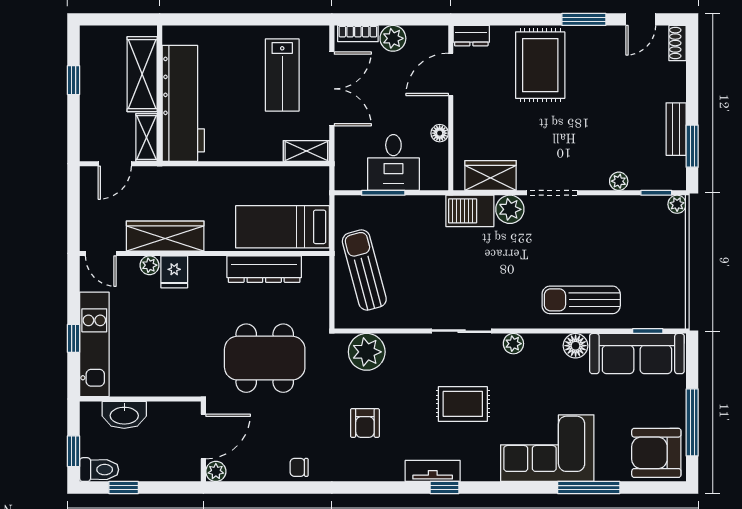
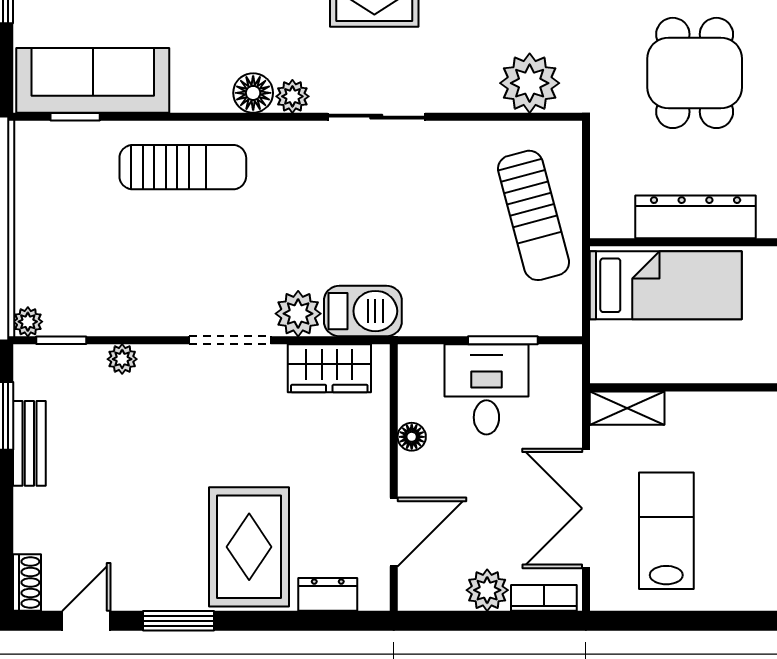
dresser: (471, 36) -> (328, 594), moved
floor lamp: (576, 346) -> (253, 93), moved
dining table: (265, 358) -> (695, 73), width x0.73

